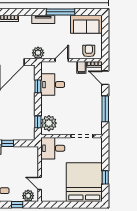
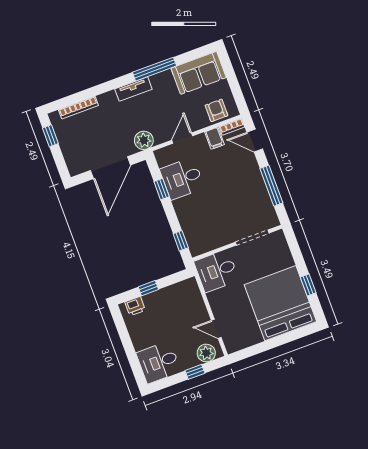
plant: (49, 123) -> (197, 237), removed

